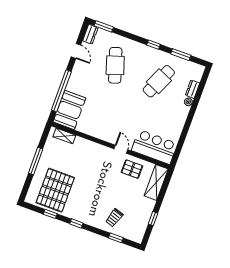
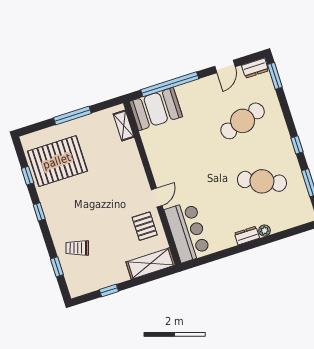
dresser: (193, 89) -> (247, 236), moved

